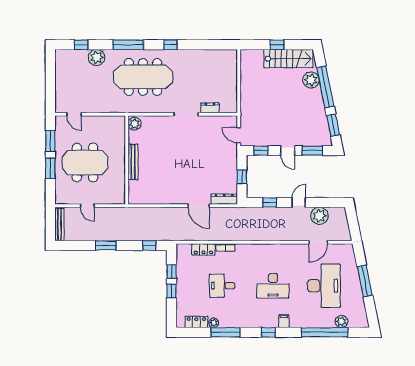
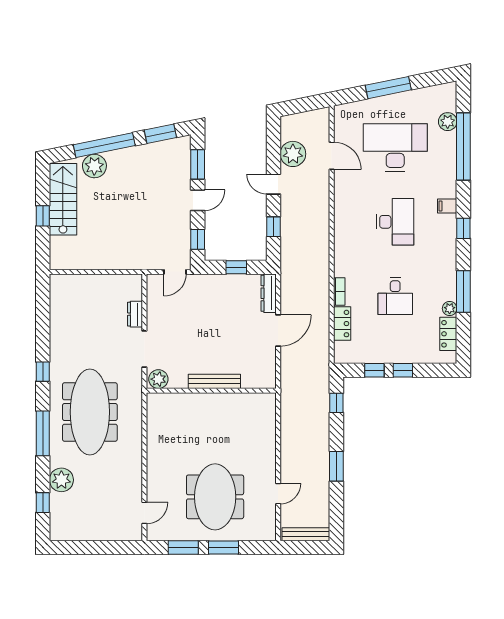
plant: (135, 124) -> (158, 379), moved
wall: (127, 160) -> (211, 391), moved
bench: (133, 162) -> (214, 381), moved

